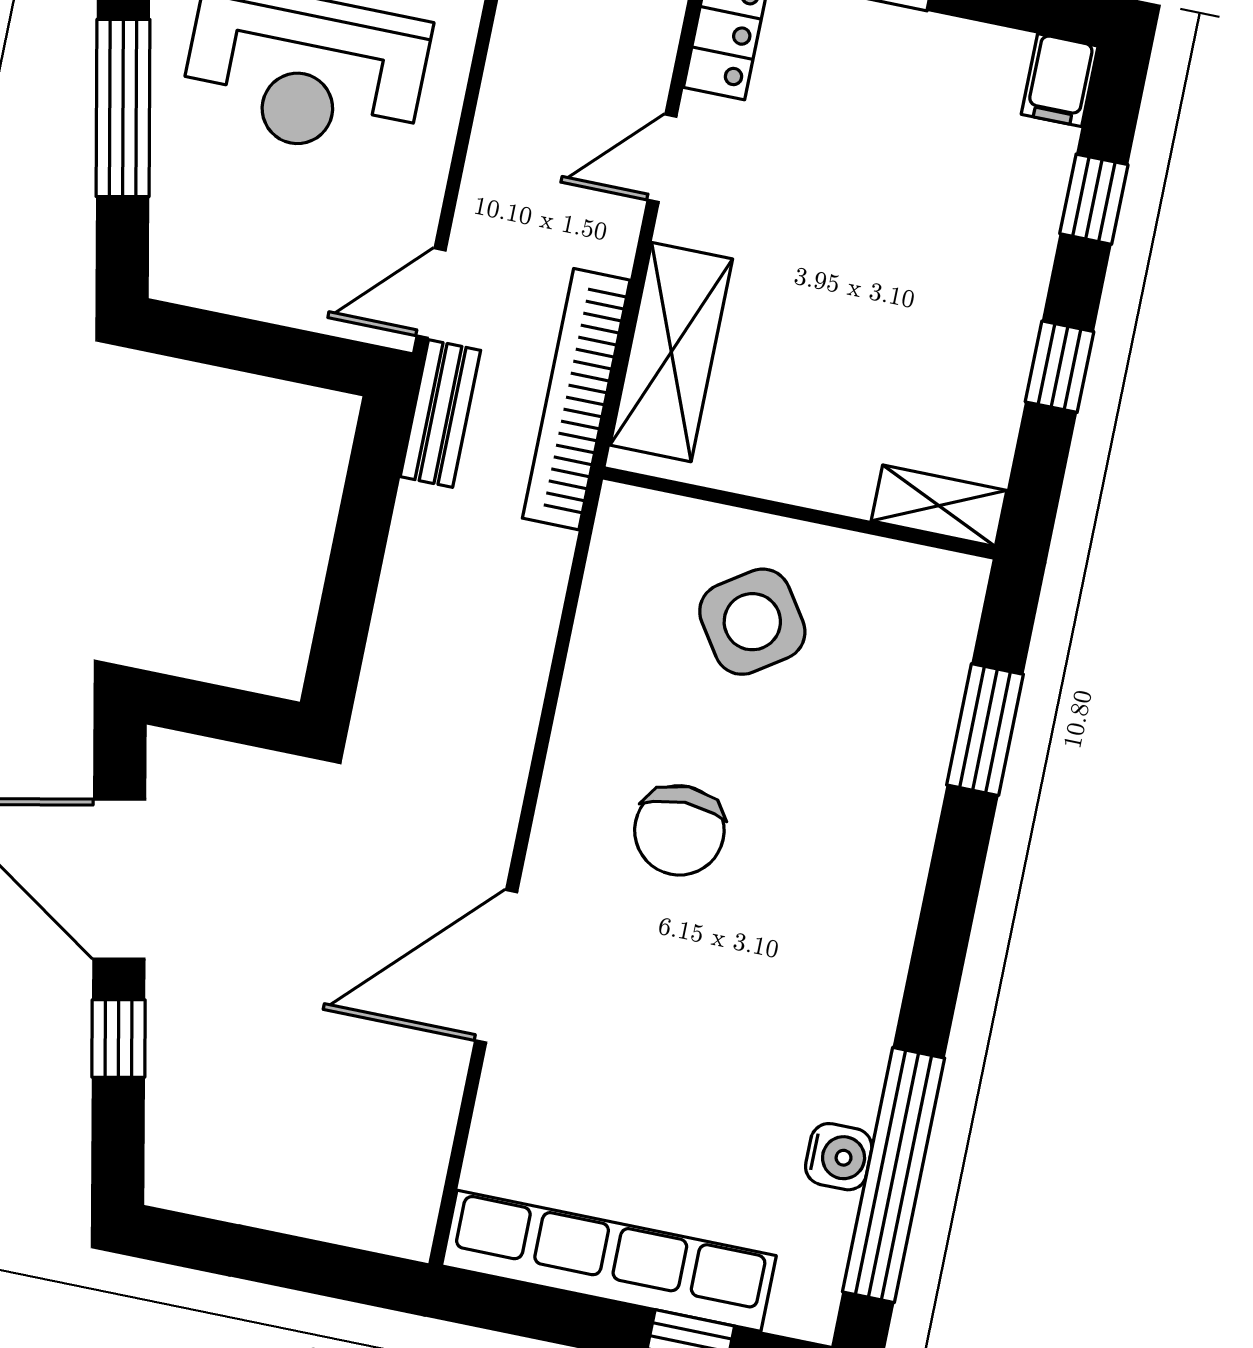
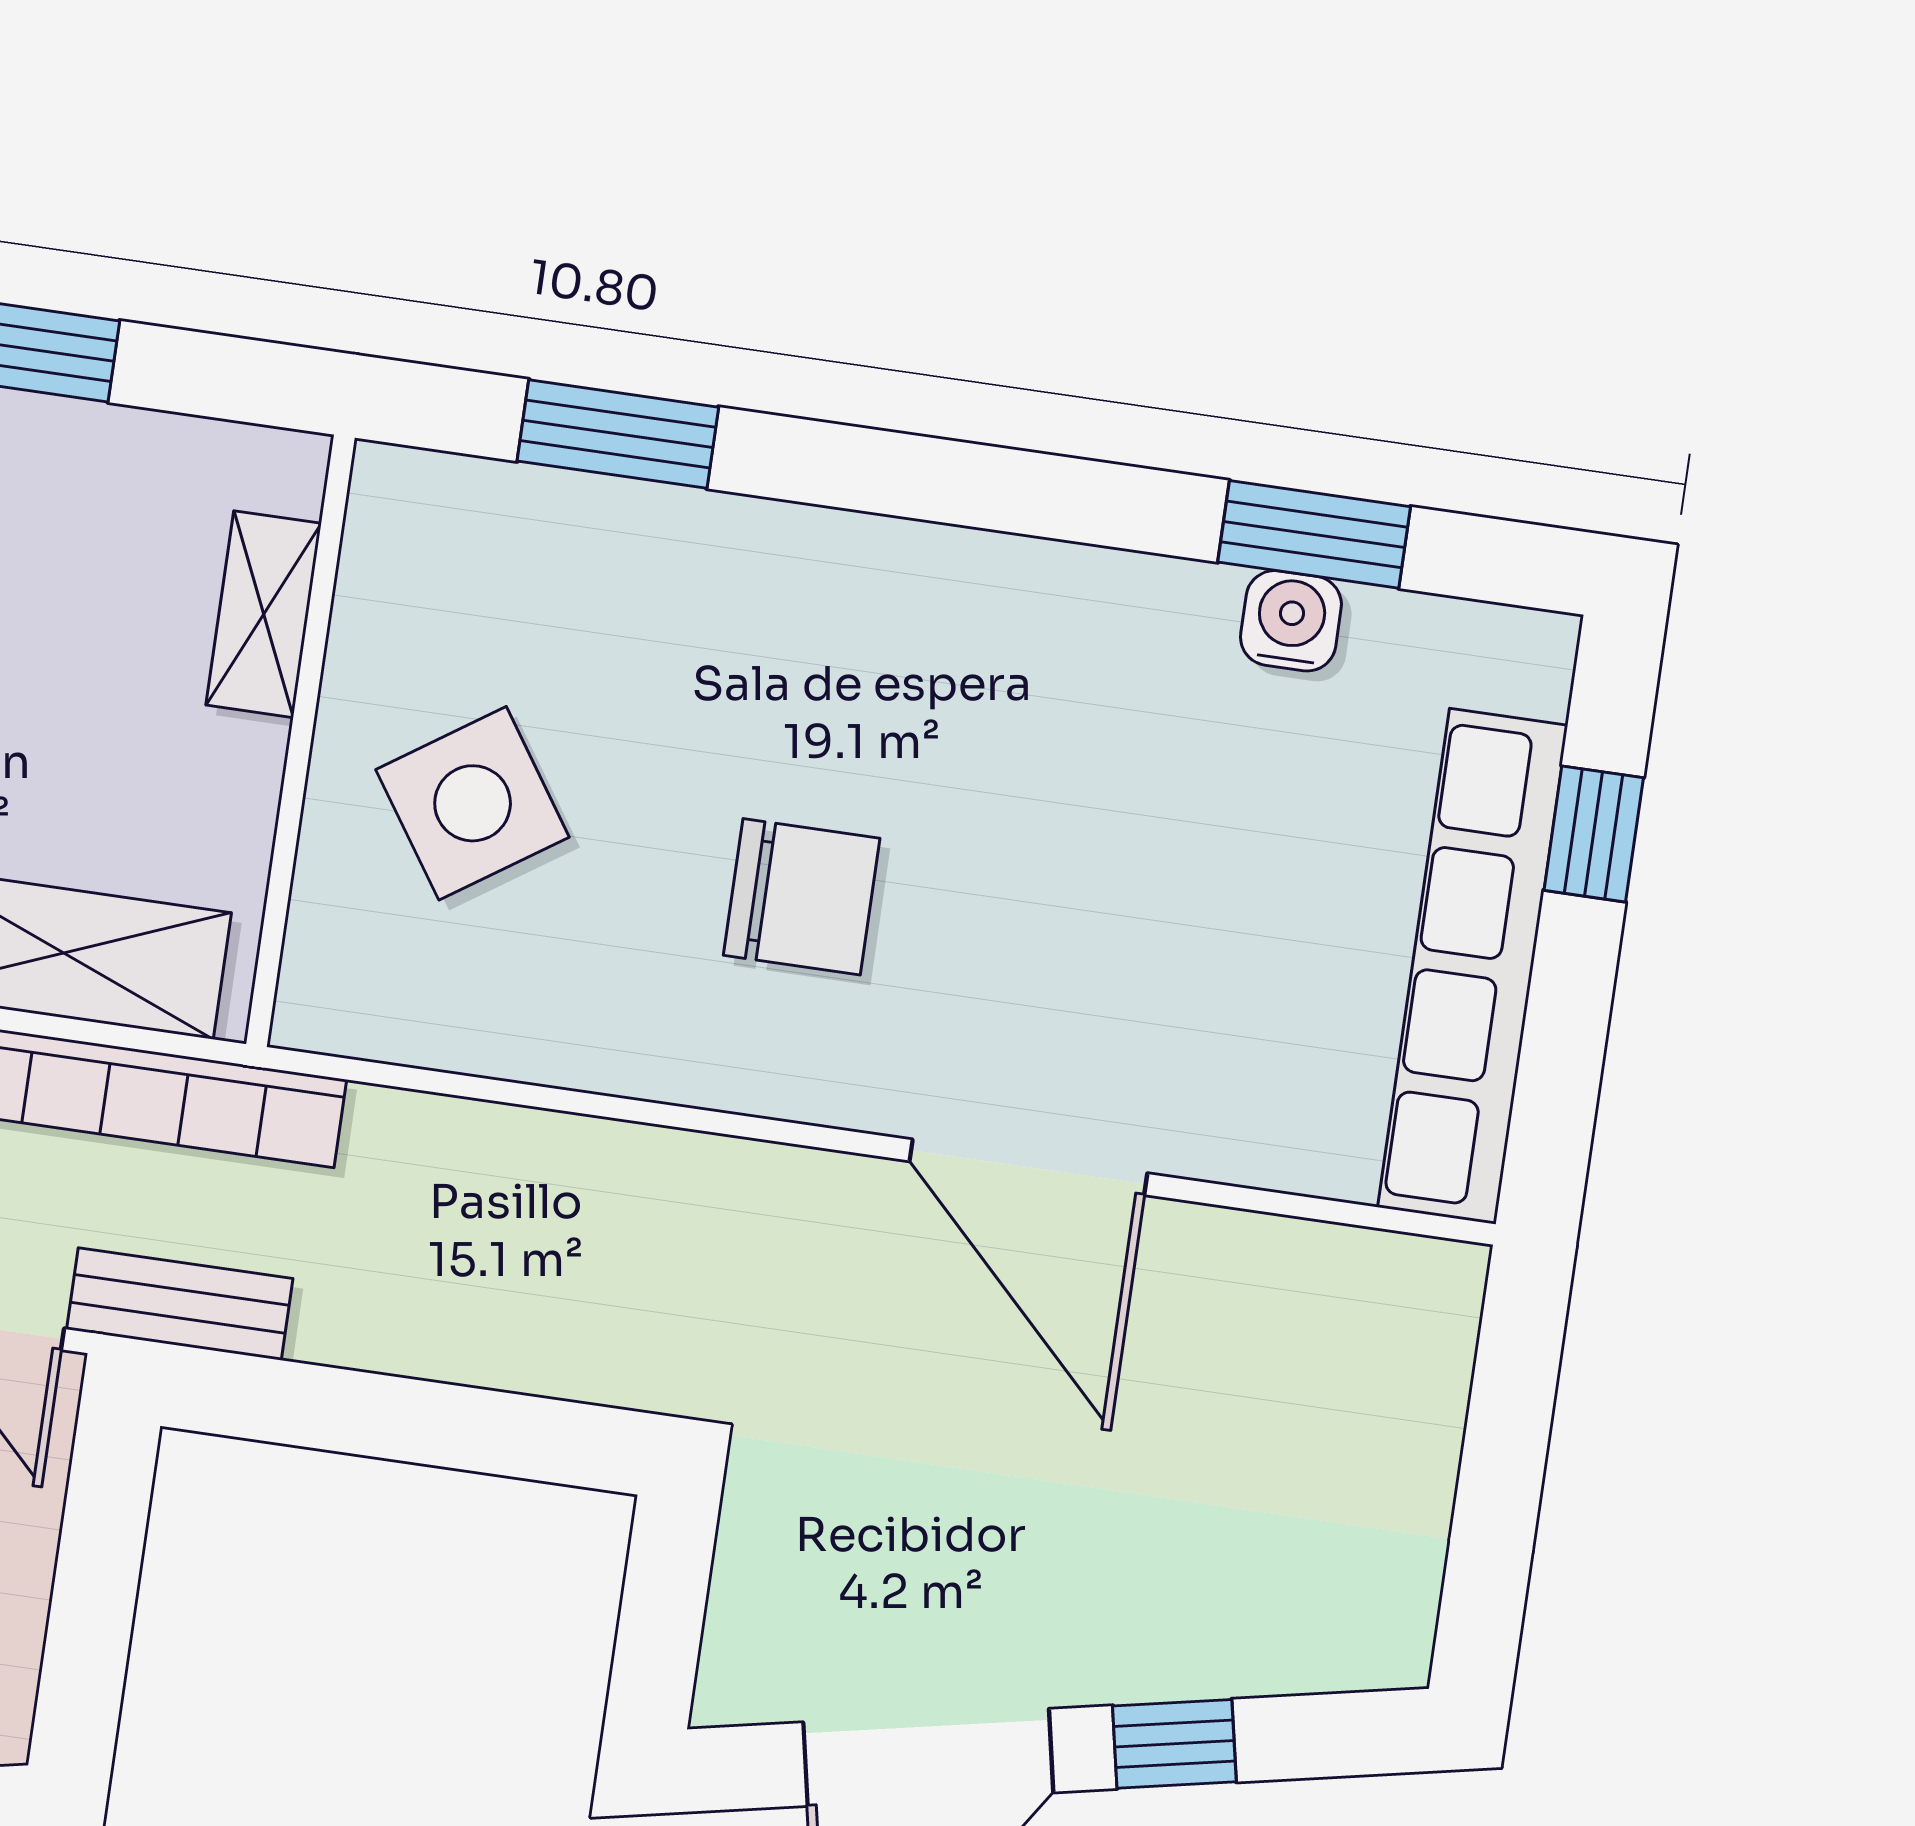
shelving: (939, 506) -> (264, 614), moved
window: (894, 1175) -> (1314, 534), width x0.47

